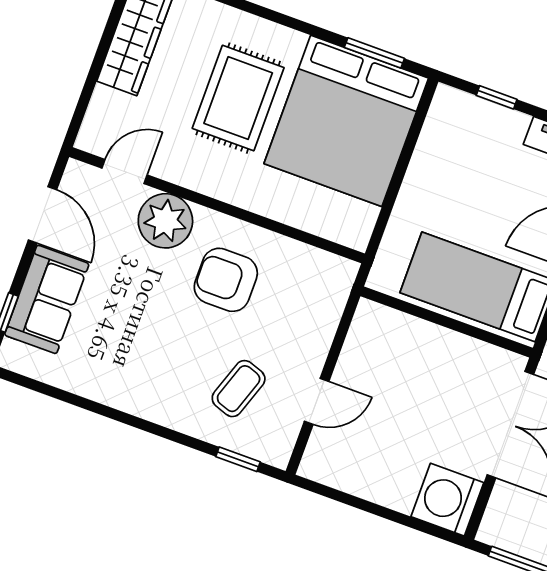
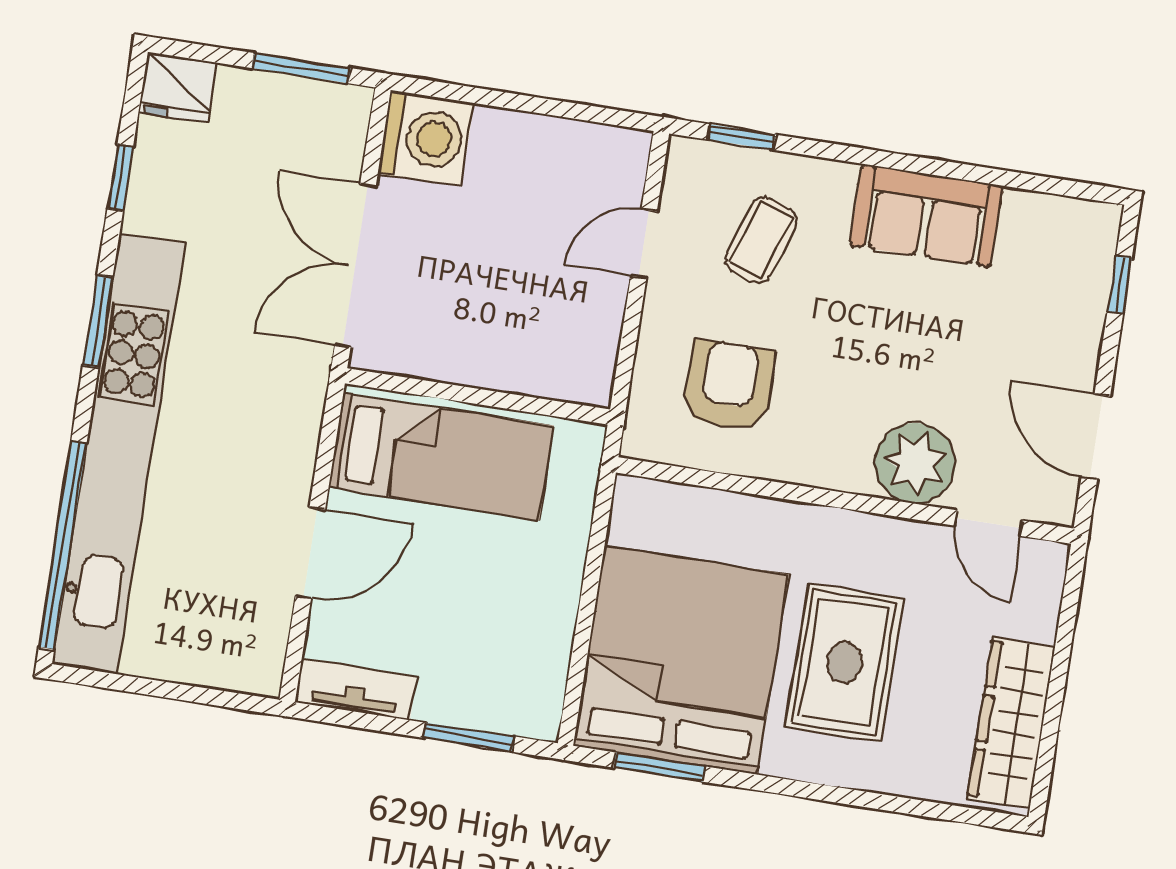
window: (497, 97) -> (469, 737), width x1.50
door: (124, 172) -> (989, 523), hinge flipped
armchair: (226, 280) -> (729, 386), moved, turned -90
sofa: (47, 299) -> (926, 216), moved, turned -90

